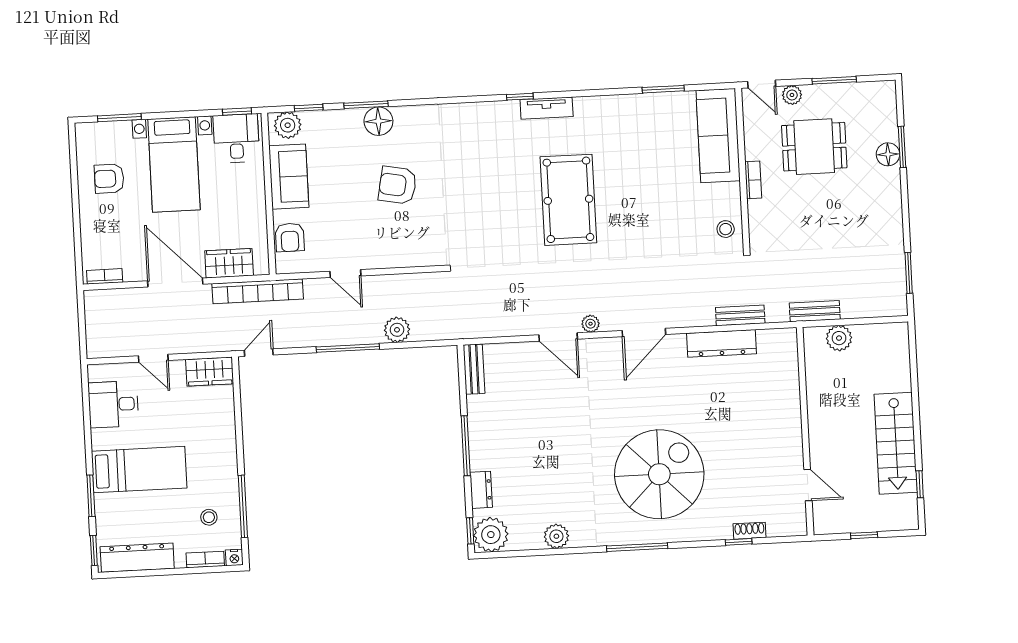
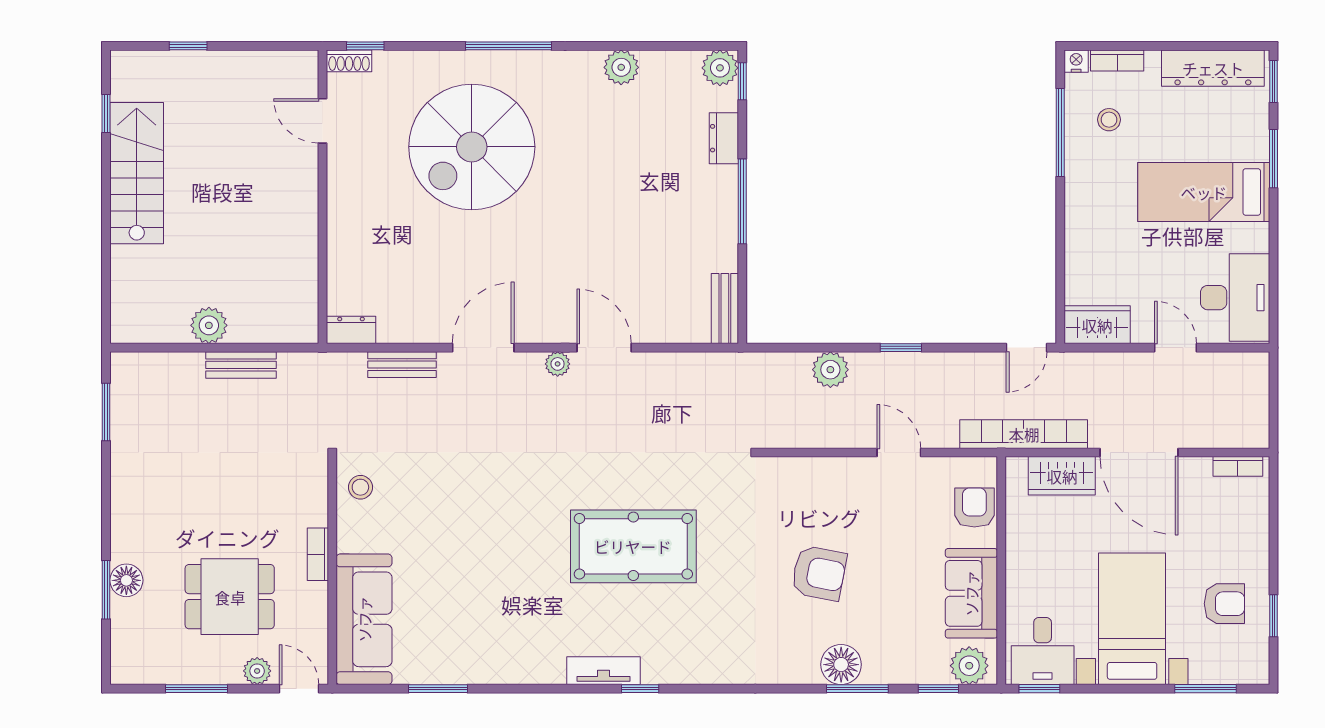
window: (74, 172) -> (1273, 616), added
pool table: (568, 200) -> (633, 546), moved, turned 90
bench: (740, 315) -> (402, 365), moved
dresser: (721, 343) -> (351, 330), width x0.51, depth x0.80
window: (348, 348) -> (901, 348), width x0.46
desk: (113, 404) -> (1235, 298), width x1.37
wall: (805, 431) -> (322, 197), moved
door: (808, 485) -> (322, 121), moved
plant: (491, 535) -> (720, 68), width x0.73, depth x0.73

